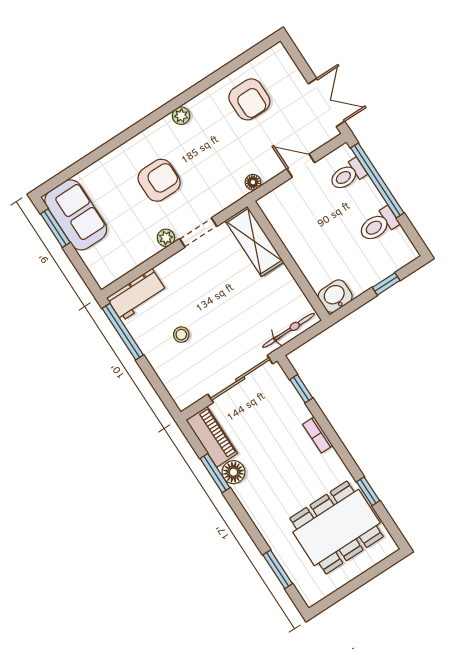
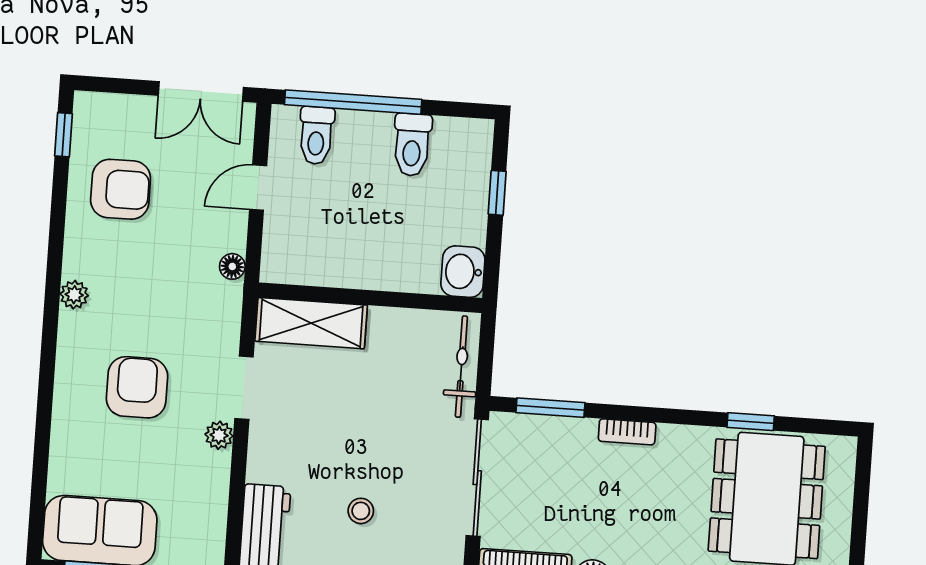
window: (255, 52) -> (64, 135), added
double door: (327, 103) -> (201, 91), swing flipped
window: (301, 389) -> (550, 408), width x1.50

